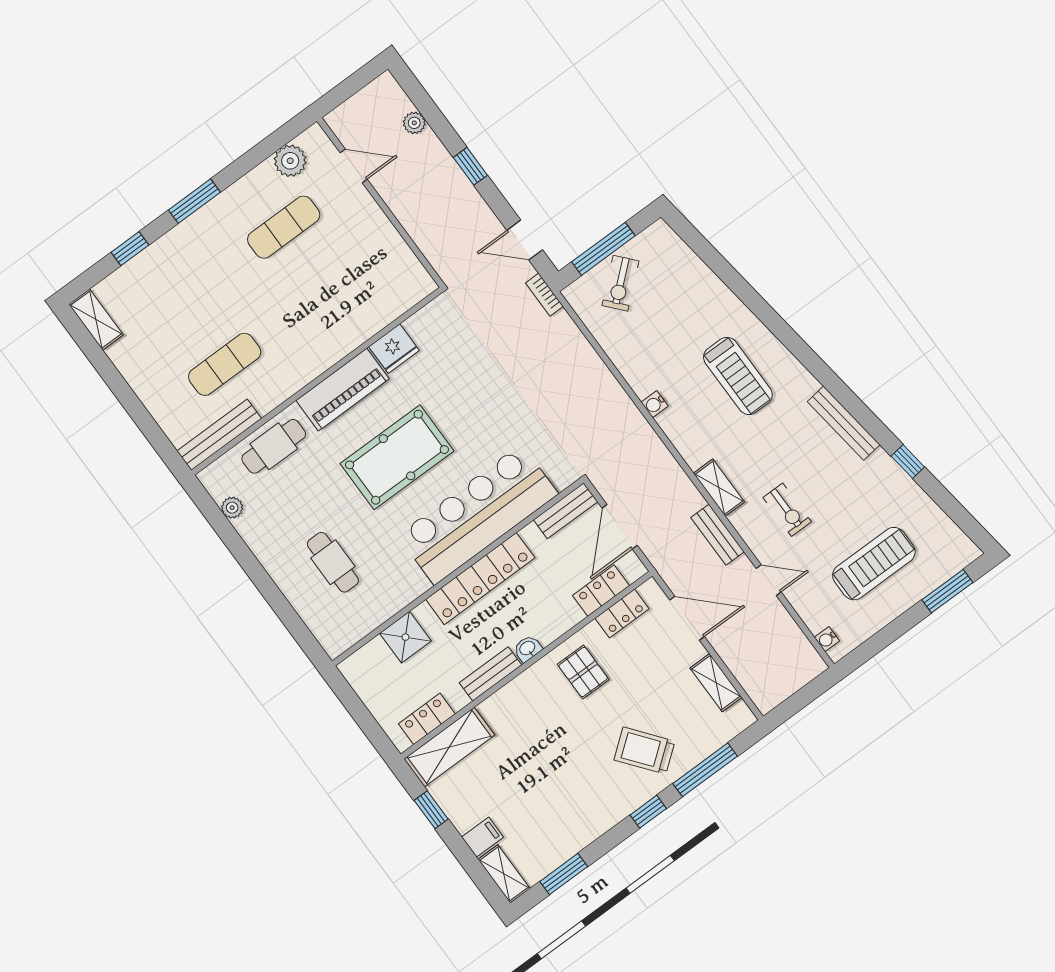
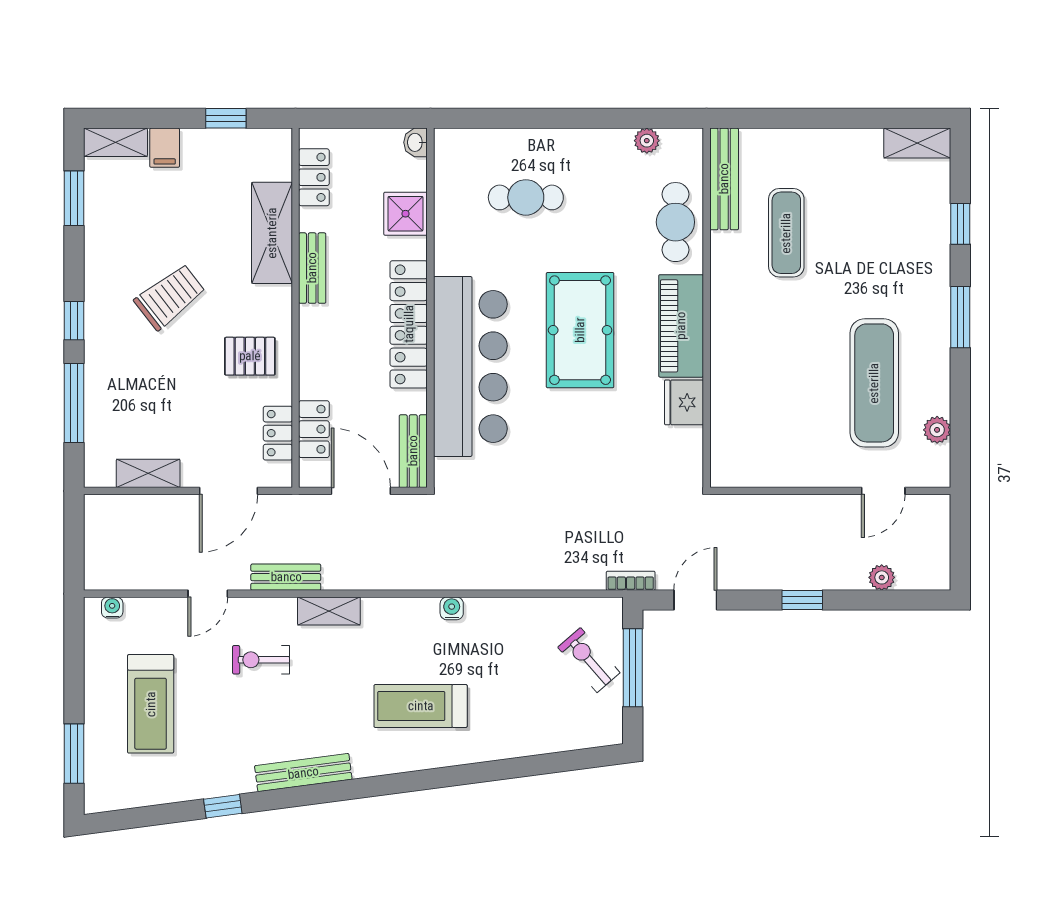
plant: (290, 161) -> (937, 430), width x0.73, depth x0.73
exercise mat: (284, 227) -> (874, 383), width x1.36, depth x1.45
washbasin: (528, 649) -> (416, 142), moved, turned 180
shelving: (449, 747) -> (272, 233), moved
trolley: (644, 751) -> (170, 297), moved

